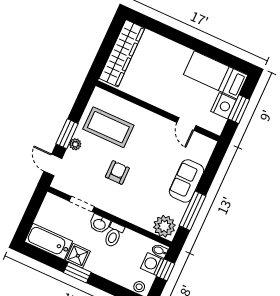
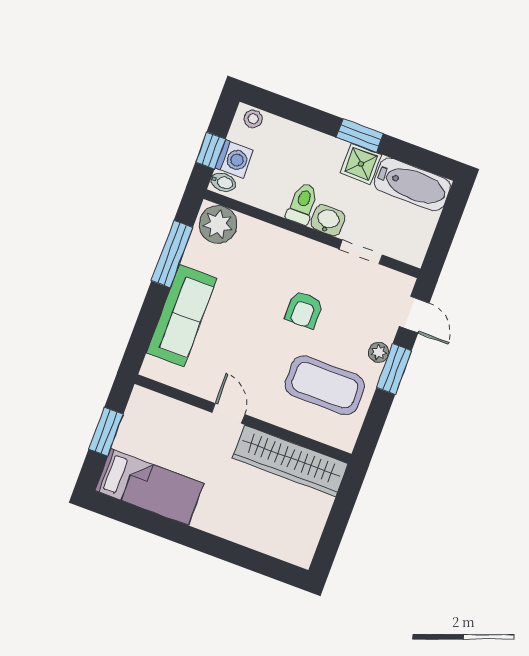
wardrobe: (122, 53) -> (290, 461), moved, turned -90
nightstand: (224, 106) -> (132, 436), removed
door: (186, 124) -> (228, 413), moved
sofa: (186, 181) -> (182, 315), width x1.36

